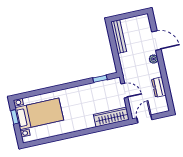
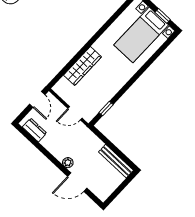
dresser: (159, 87) -> (34, 130), moved
wardrobe: (111, 117) -> (83, 66), moved

